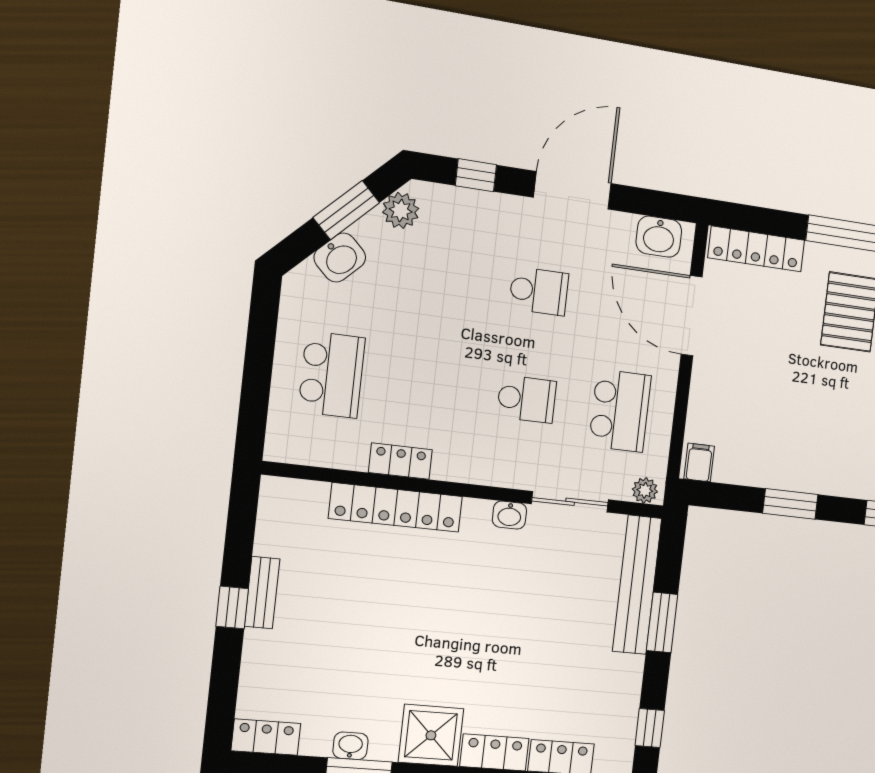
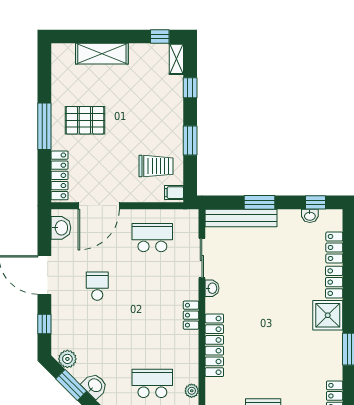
school desk: (527, 399) -> (152, 286), removed
trolley: (752, 434) -> (156, 166), added
locker: (400, 461) -> (191, 315), moved
plant: (645, 490) -> (192, 391), moved
washbasin: (350, 746) -> (310, 216), moved, turned -90

